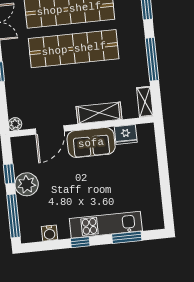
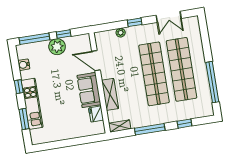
plant: (15, 124) -> (121, 33), moved

